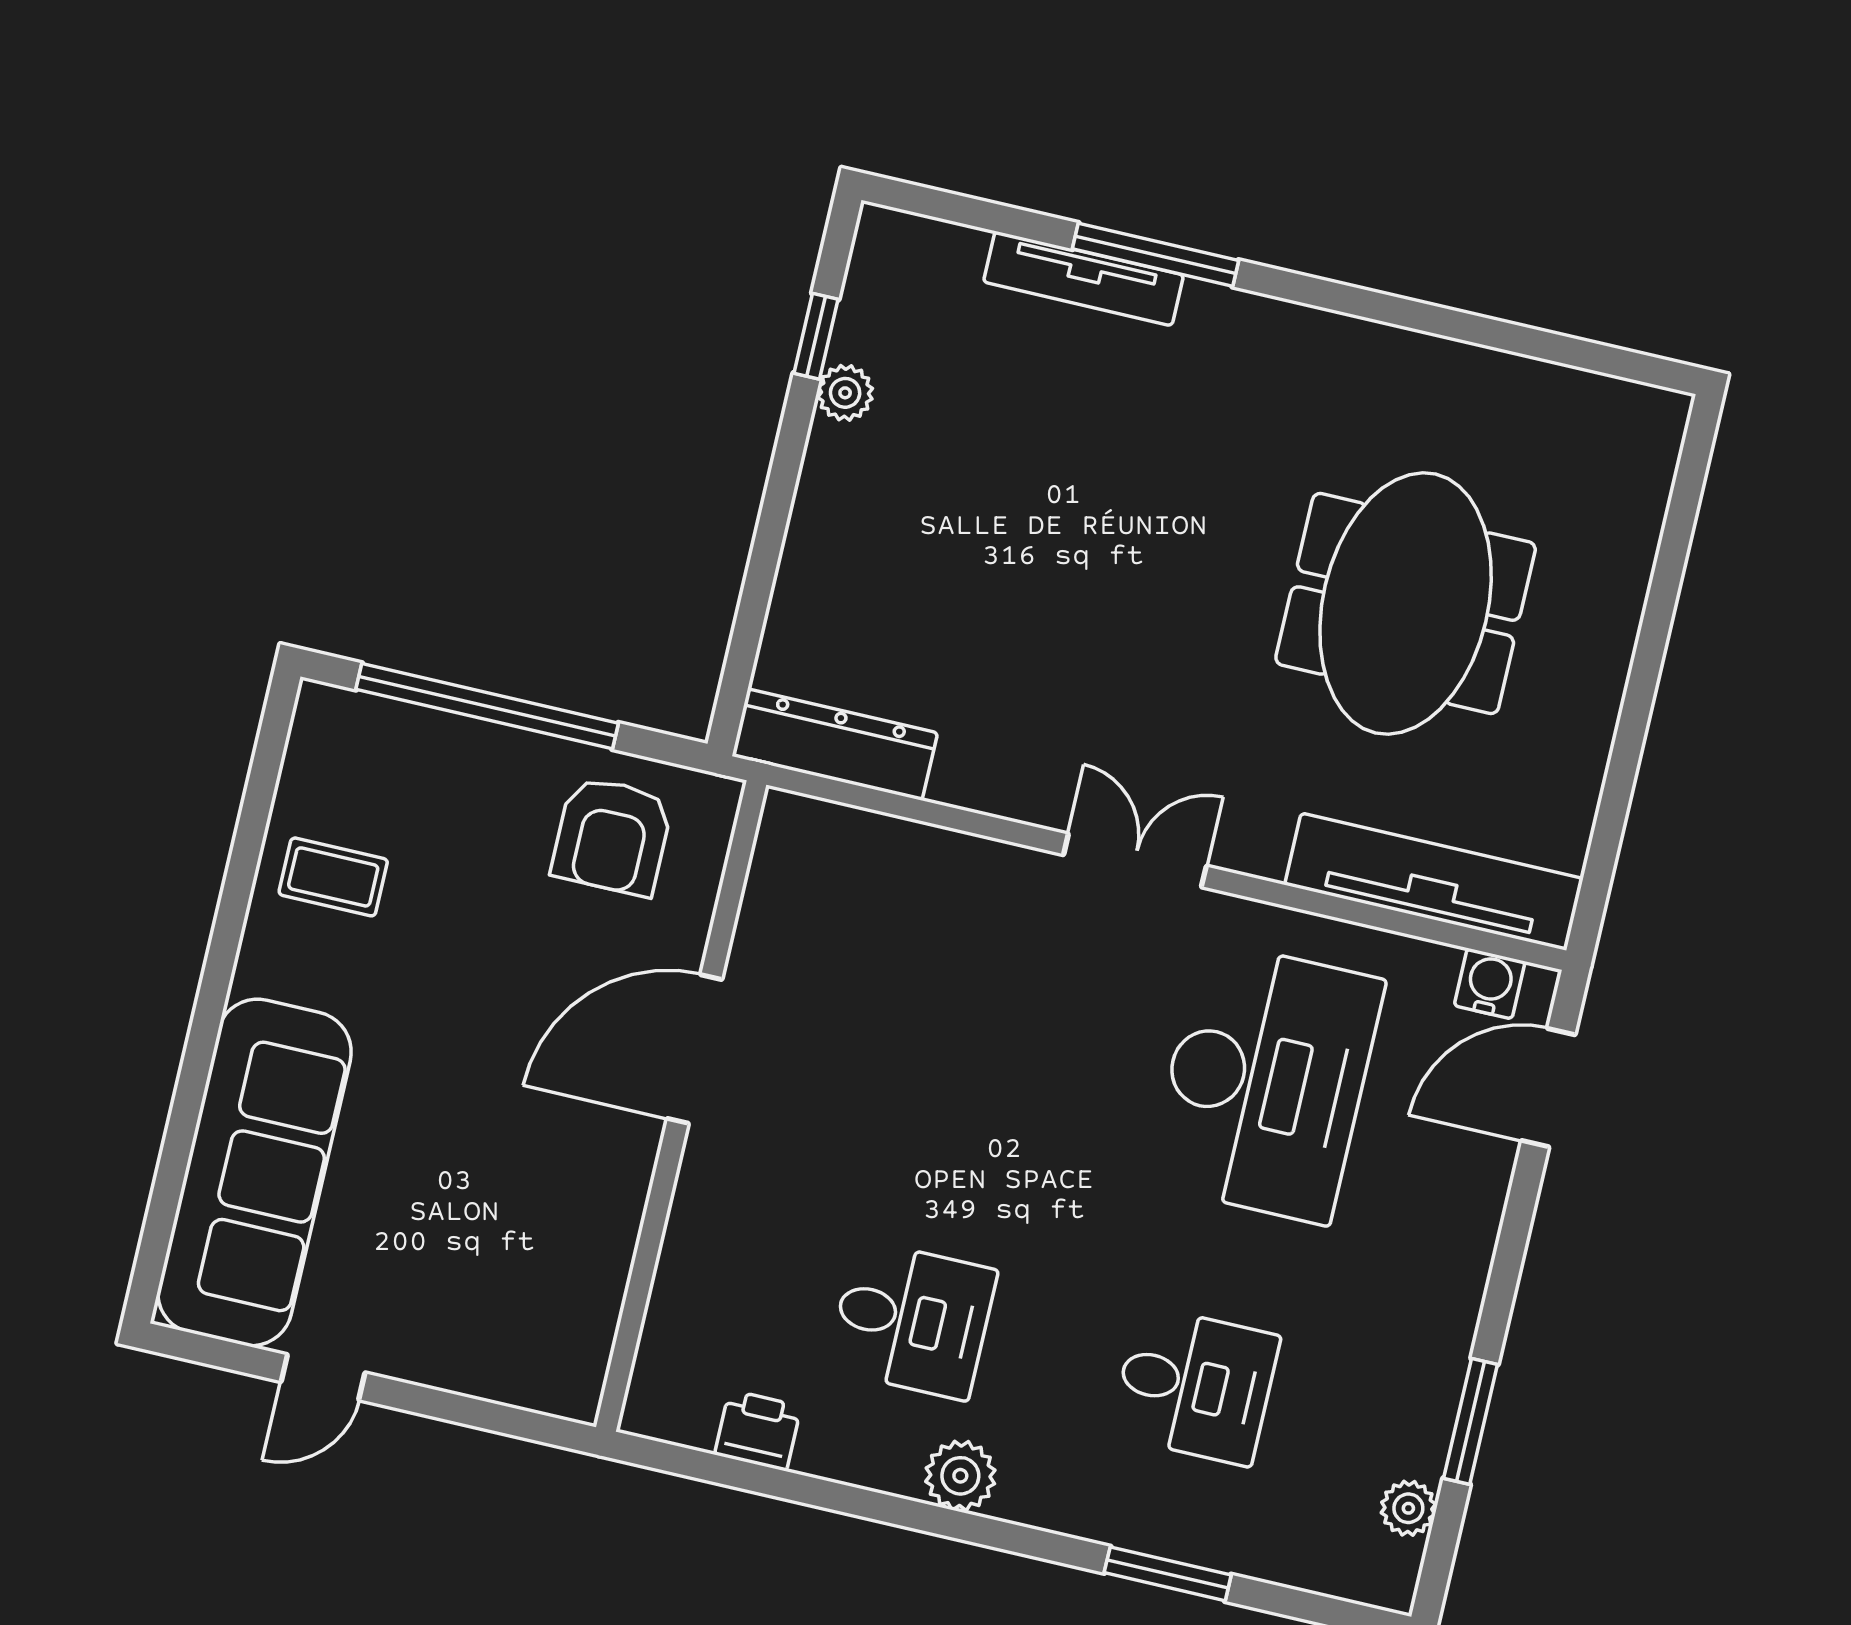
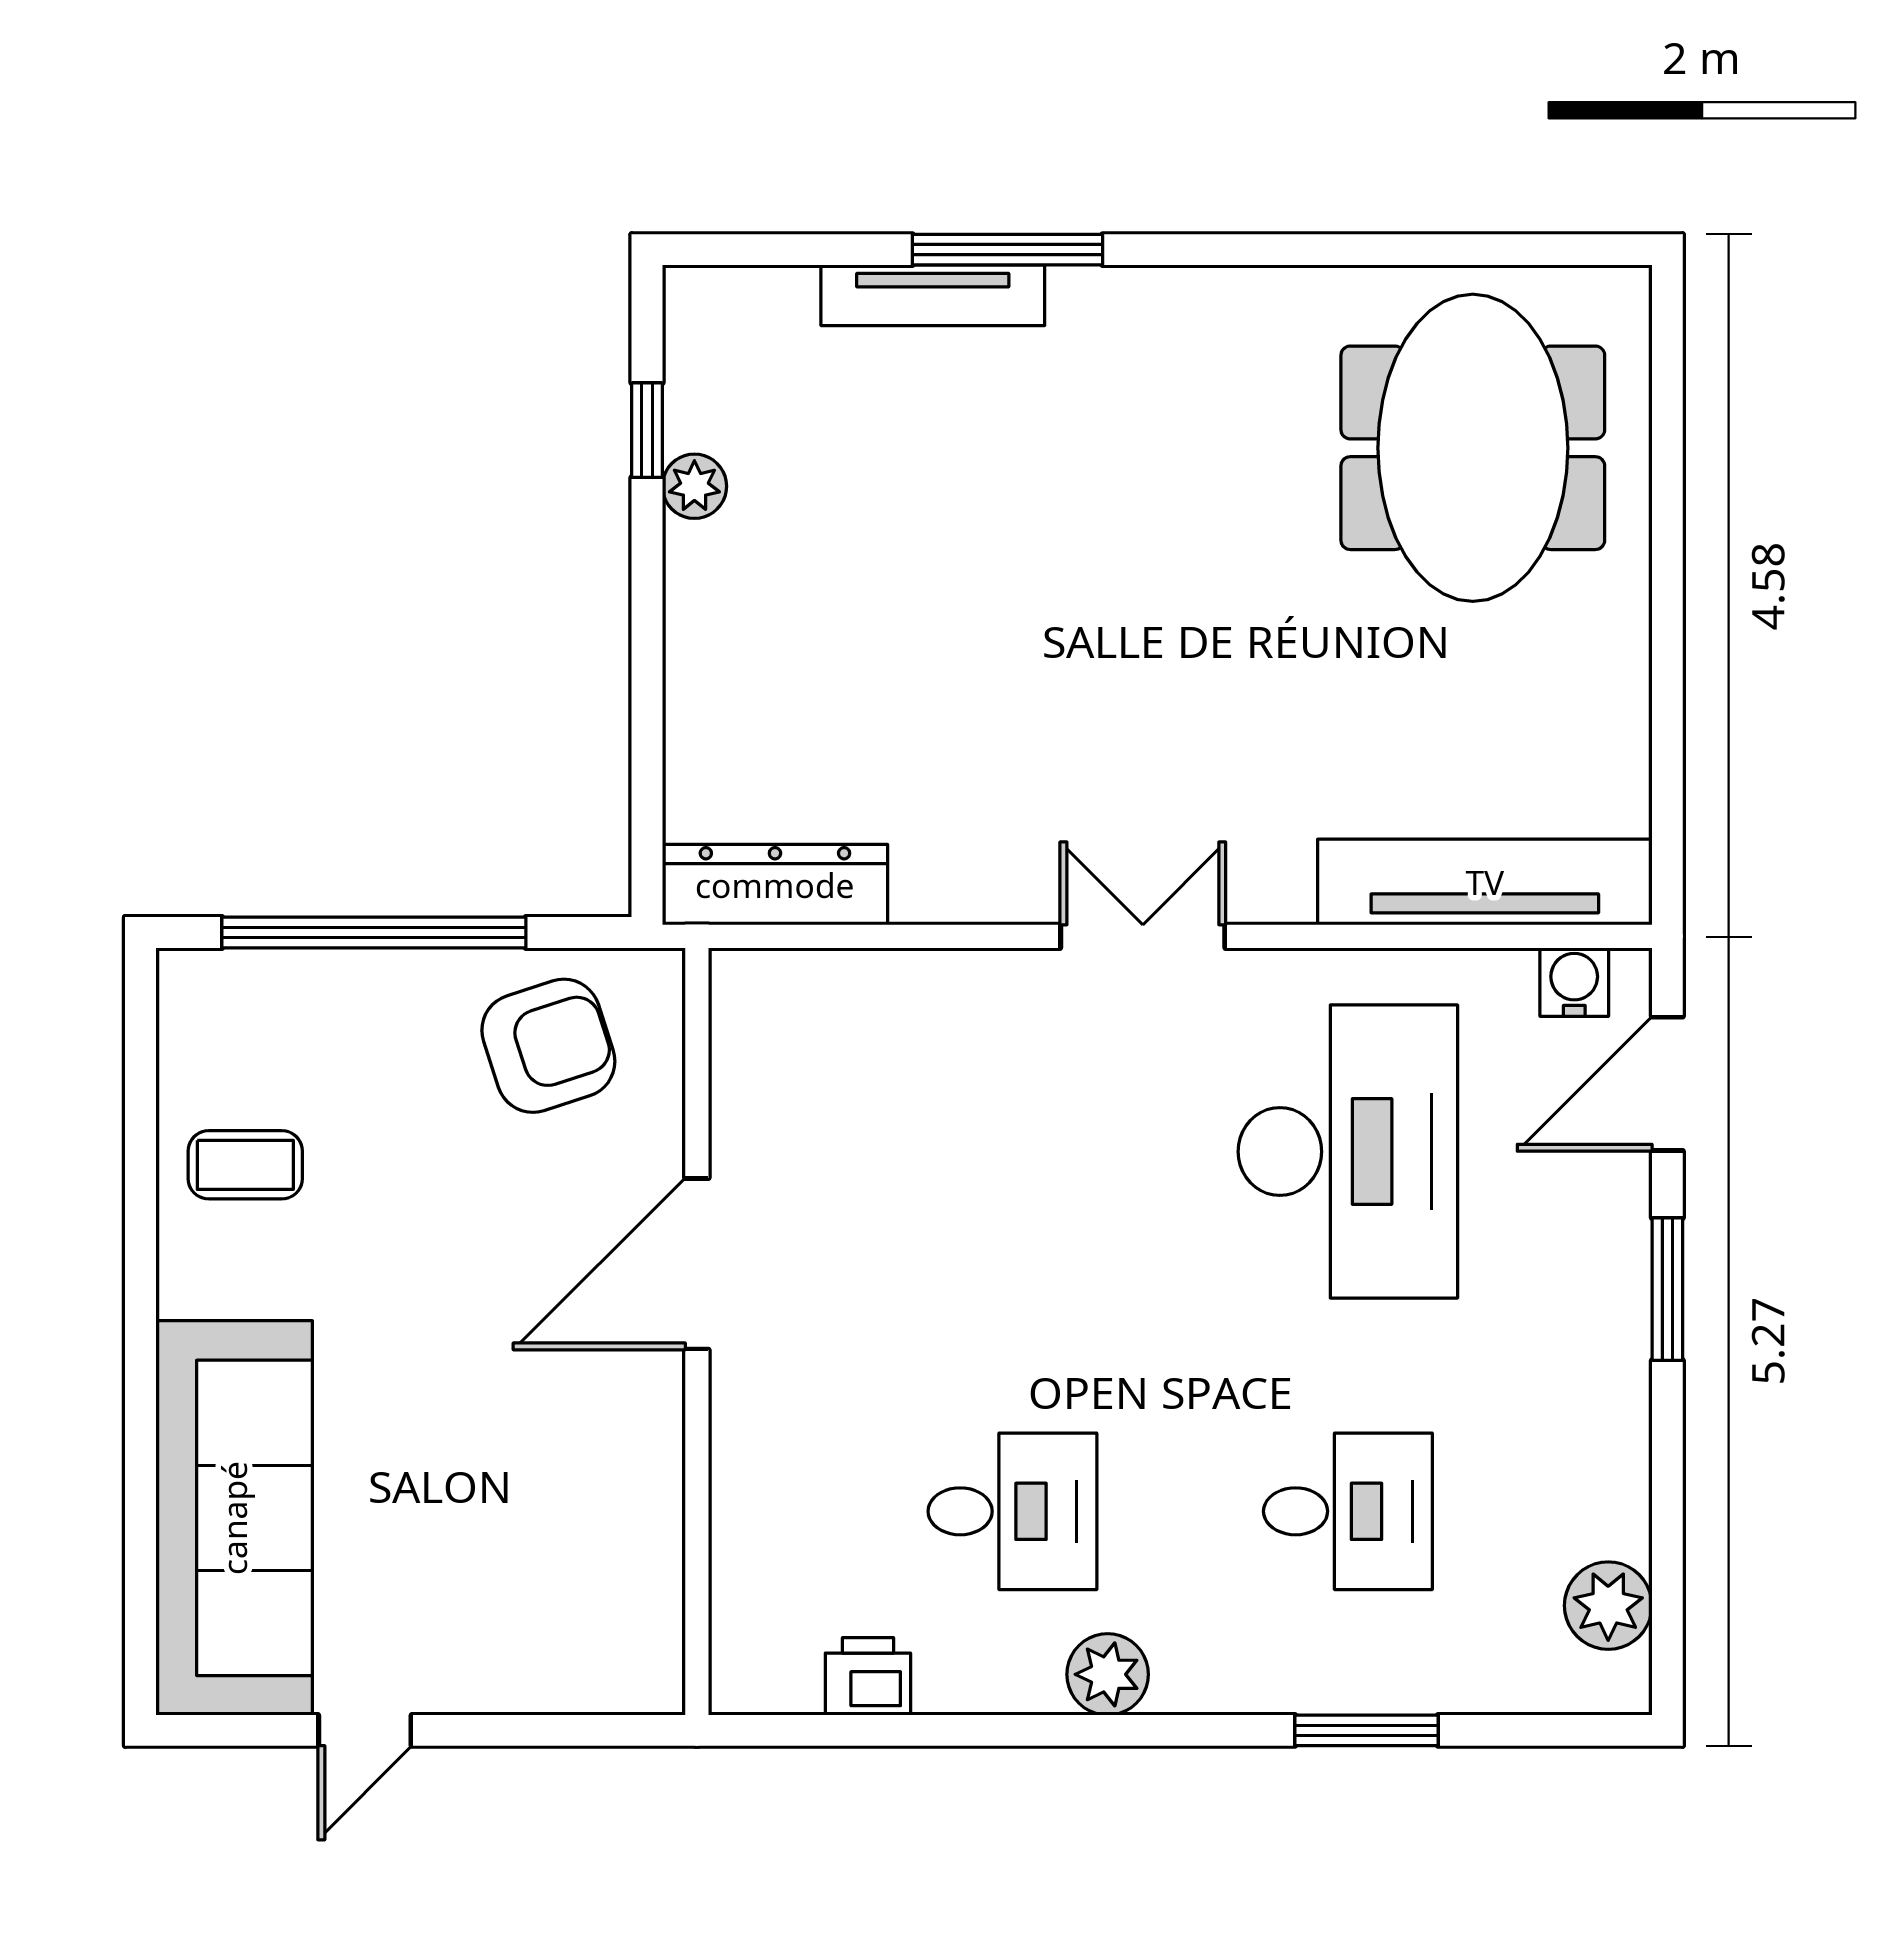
meeting table: (1406, 604) -> (1473, 448), moved
armchair: (612, 836) -> (548, 1046), turned -108
window: (1471, 1421) -> (1667, 1289), moved
plant: (1408, 1508) -> (1608, 1606), width x1.38, depth x1.38

